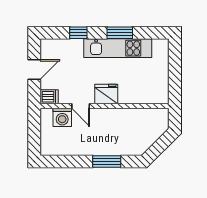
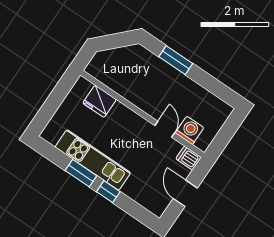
window: (78, 33) -> (108, 192), moved
door: (34, 70) -> (185, 193), hinge flipped
fridge: (106, 94) -> (99, 101), moved

